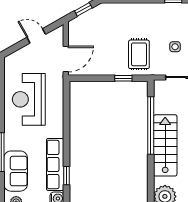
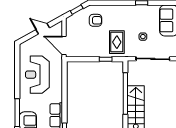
armchair: (109, 24) -> (95, 20), added
door: (66, 59) -> (64, 45), swing flipped

